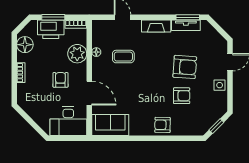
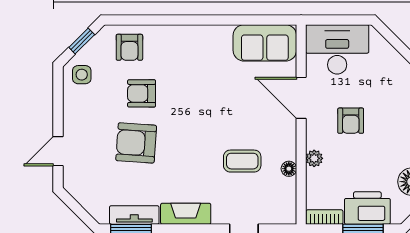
plant: (77, 54) -> (314, 158), width x0.53, depth x0.53
side table: (220, 85) -> (82, 75), moved
armchair: (163, 125) -> (129, 47), moved, turned 89

